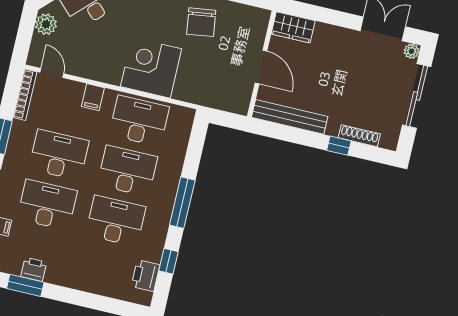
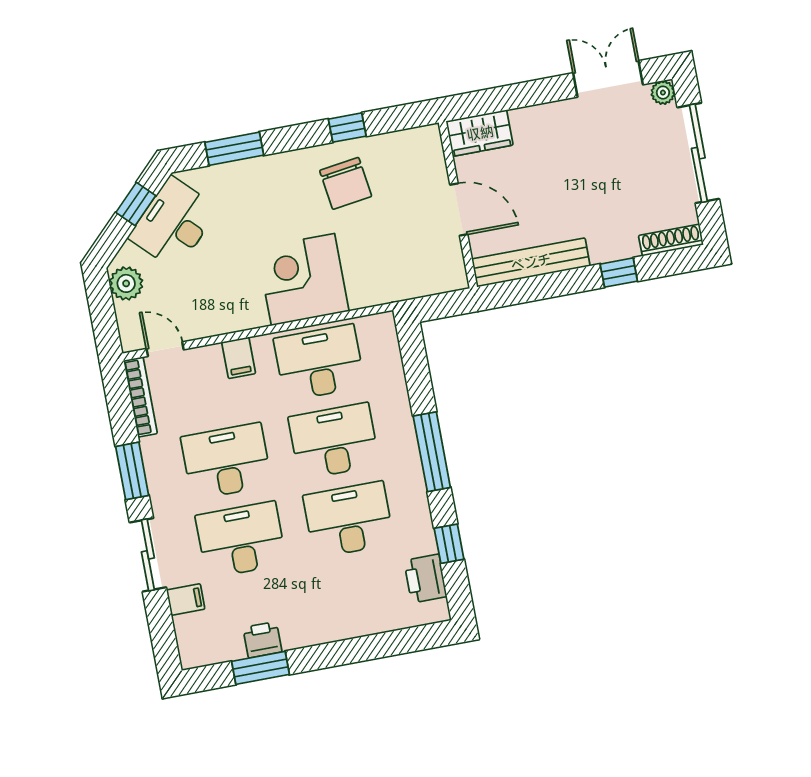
shoe rack: (359, 136) -> (671, 240), moved

